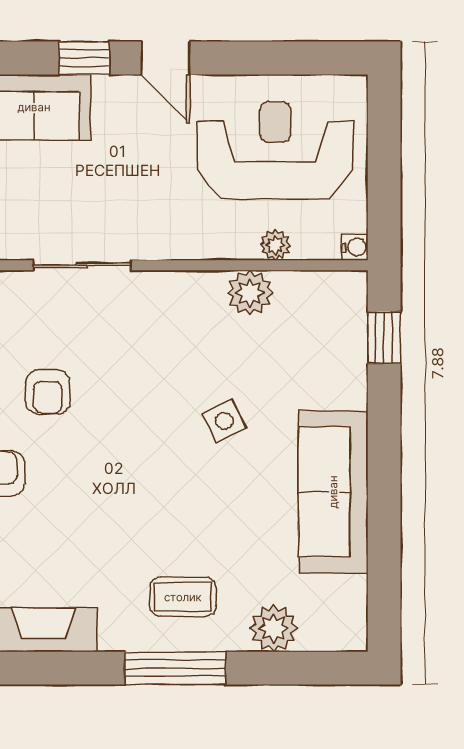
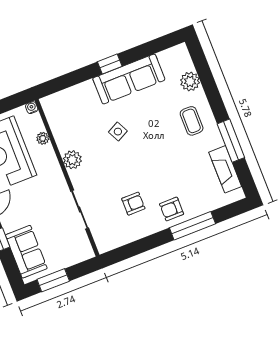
plant: (250, 293) -> (72, 160), moved
window: (384, 338) -> (110, 64), moved
window: (175, 668) -> (231, 141), moved

